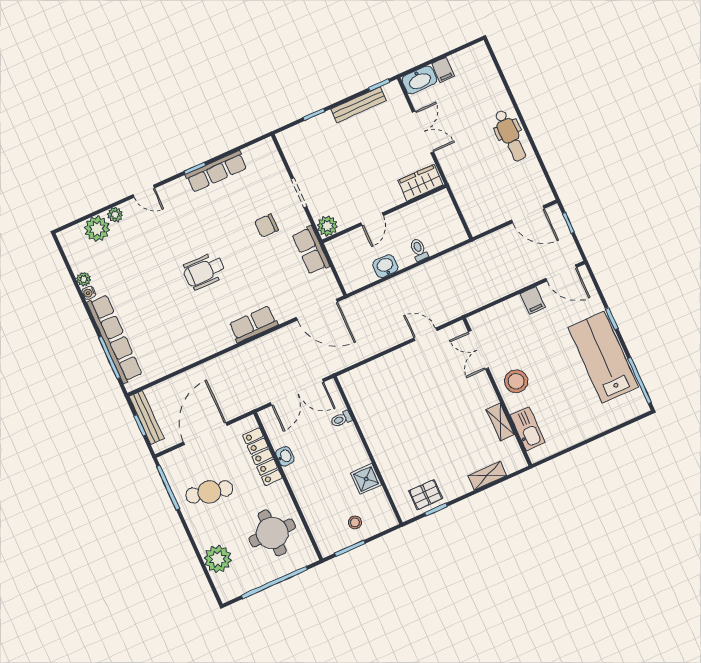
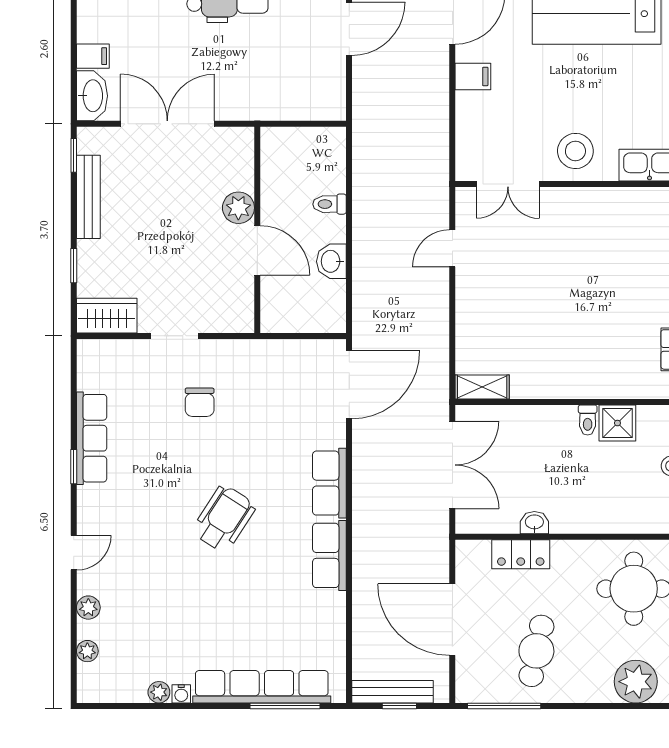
double door: (423, 132) -> (167, 124), width x1.37
wardrobe: (420, 183) -> (107, 316), moved, turned 90
door: (372, 219) -> (257, 250), width x1.38
plant: (327, 226) -> (238, 208), moved
plant: (97, 229) -> (87, 651), width x0.53, depth x0.53
row of seats: (311, 250) -> (329, 555), moved, turned 90
wheelchair: (204, 271) -> (224, 519), turned -147
toilet: (341, 419) -> (588, 420), moved
shelving: (500, 422) -> (482, 387), moved
locker: (262, 457) -> (521, 554), width x0.66

